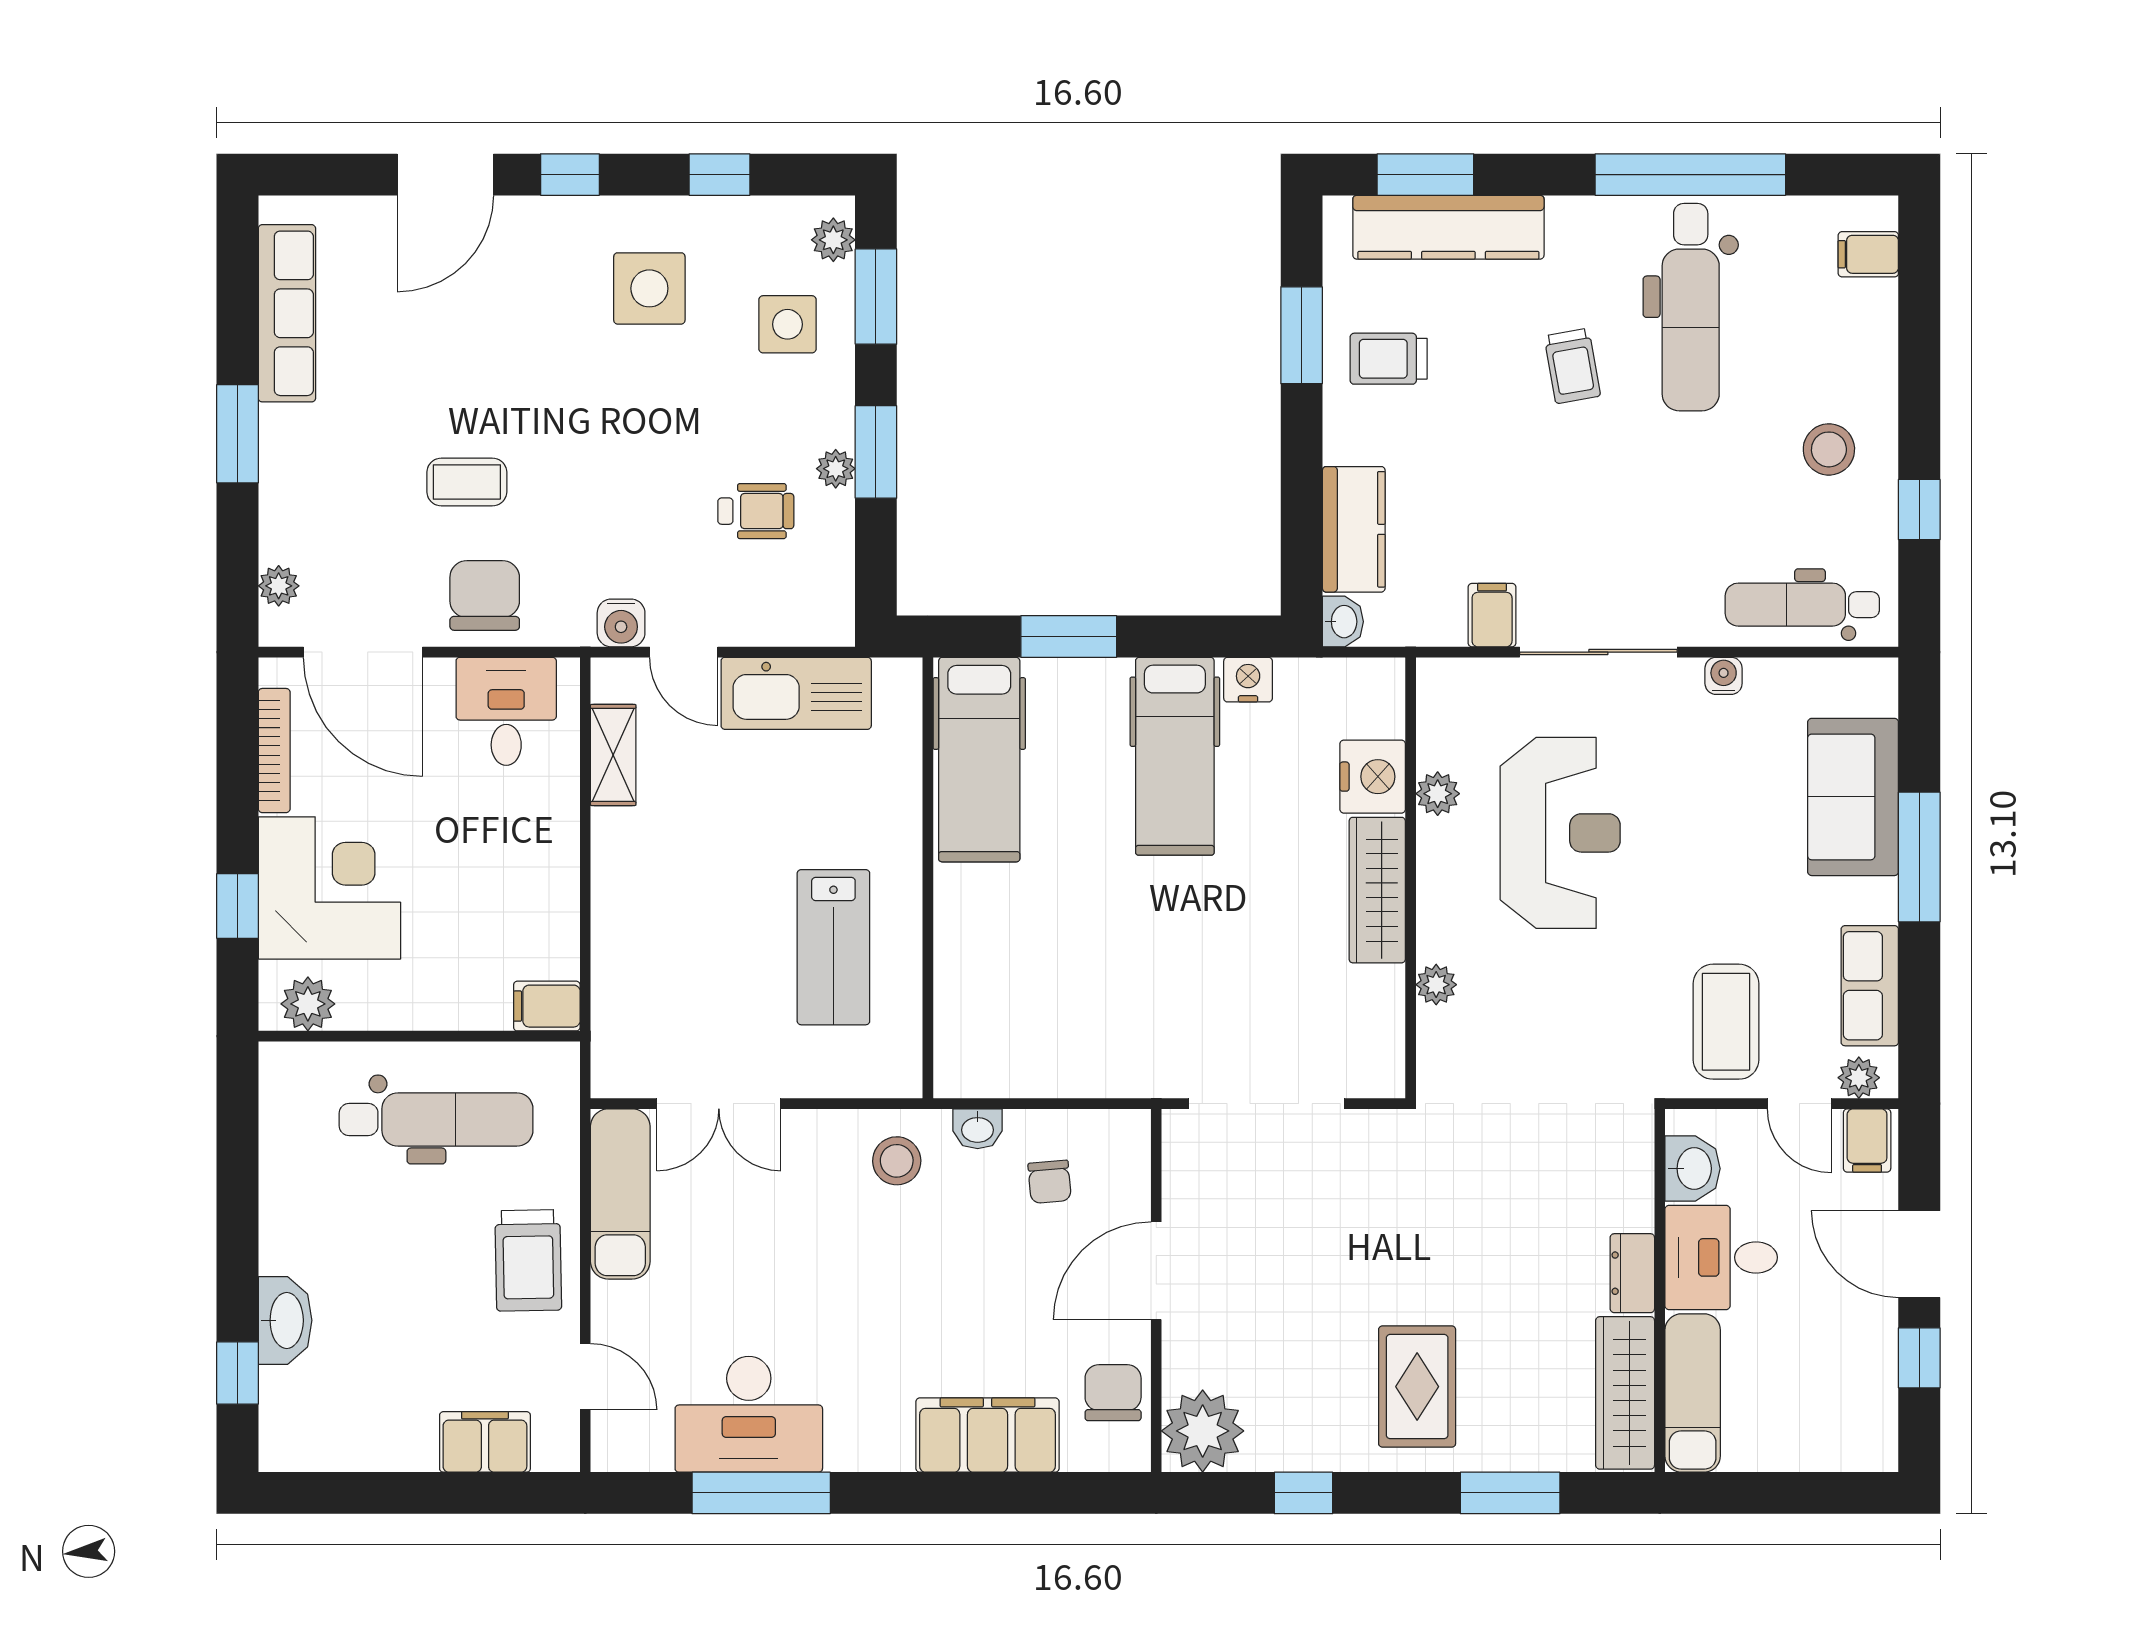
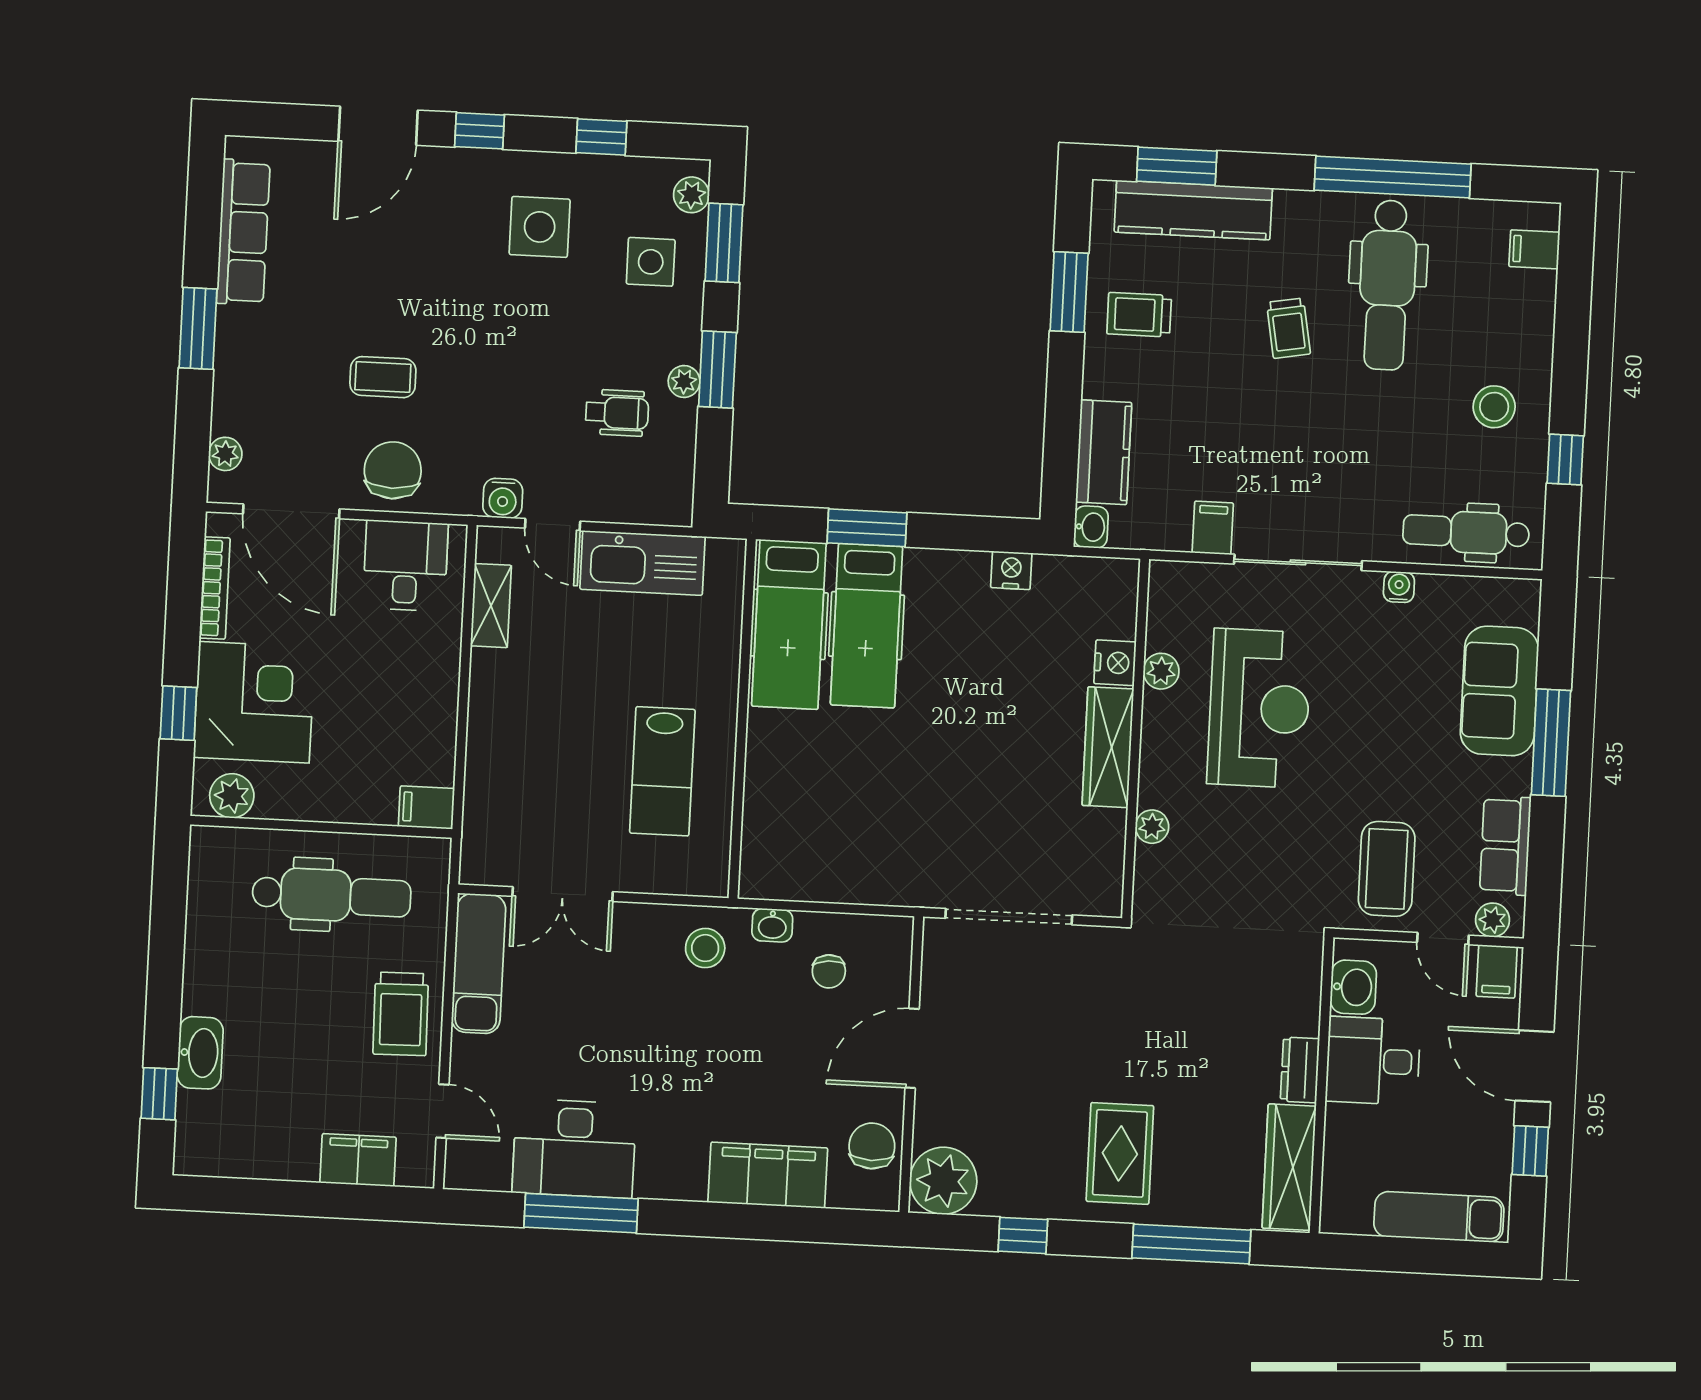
hospital bed: (1175, 756) -> (866, 626), moved
nightstand: (1373, 777) -> (1115, 663), width x0.74, depth x0.75
exam couch: (1693, 1393) -> (1439, 1217), moved, turned -90
window: (1510, 1493) -> (1191, 1244), width x1.44

